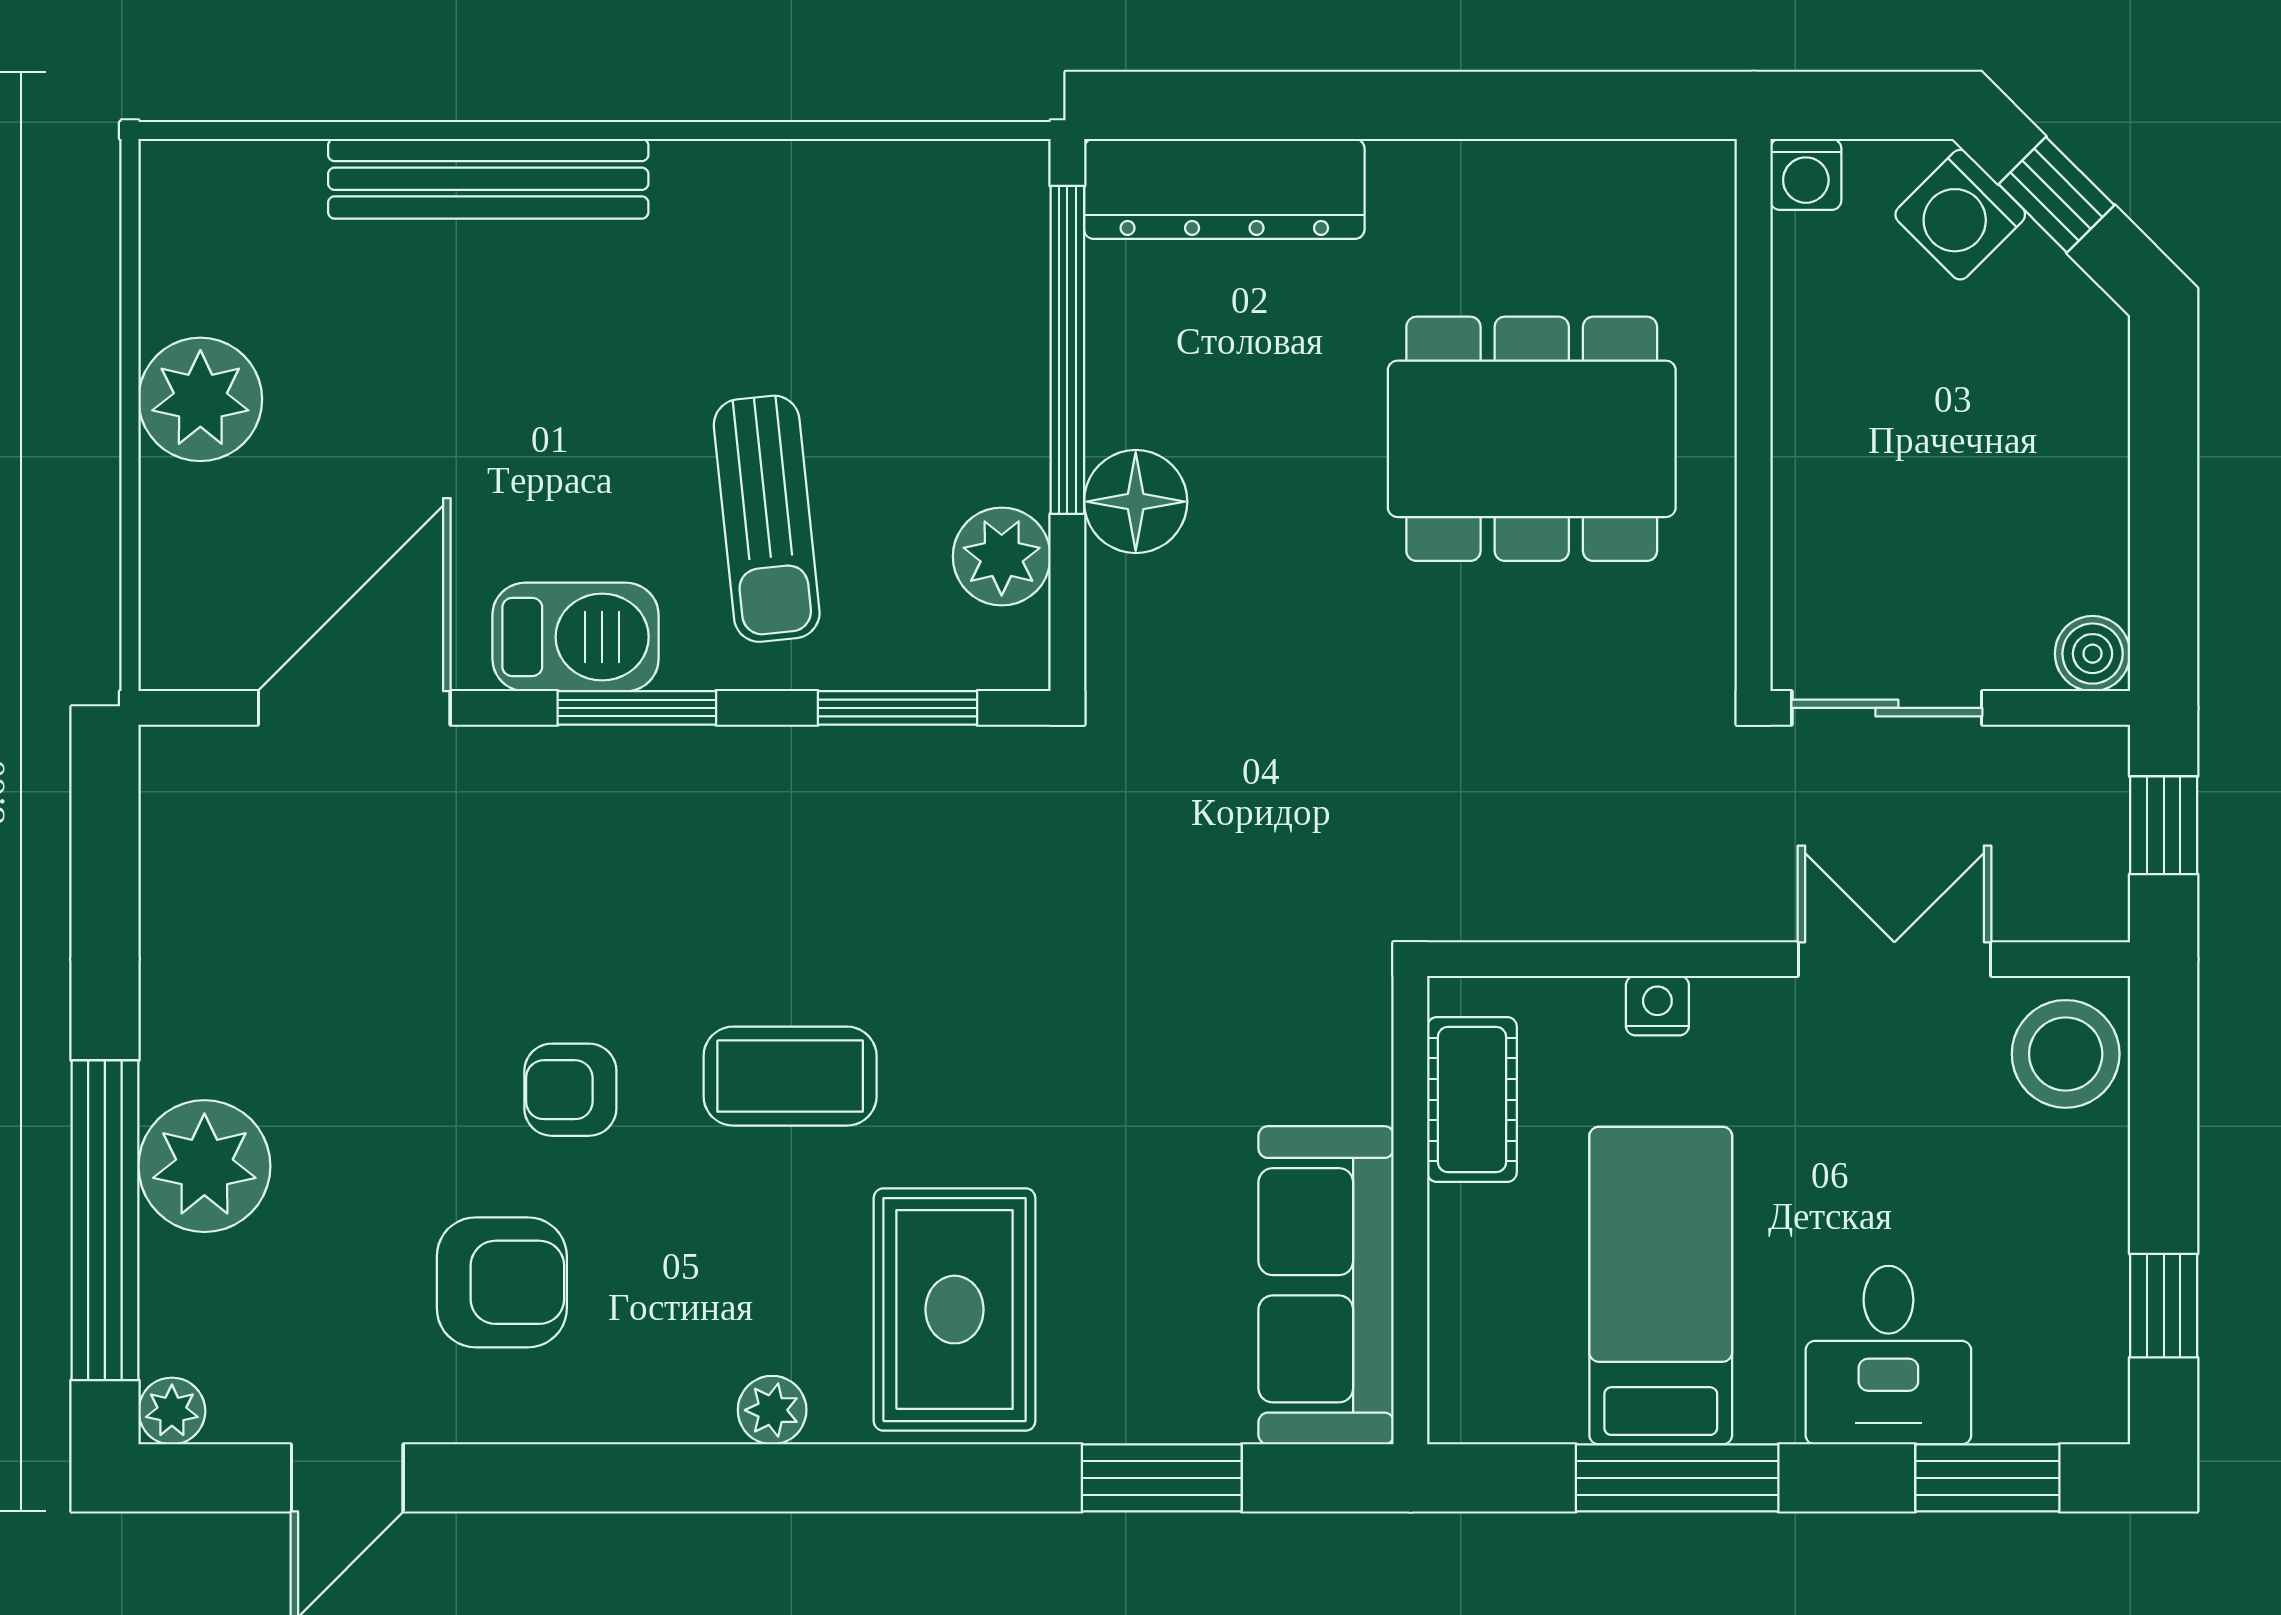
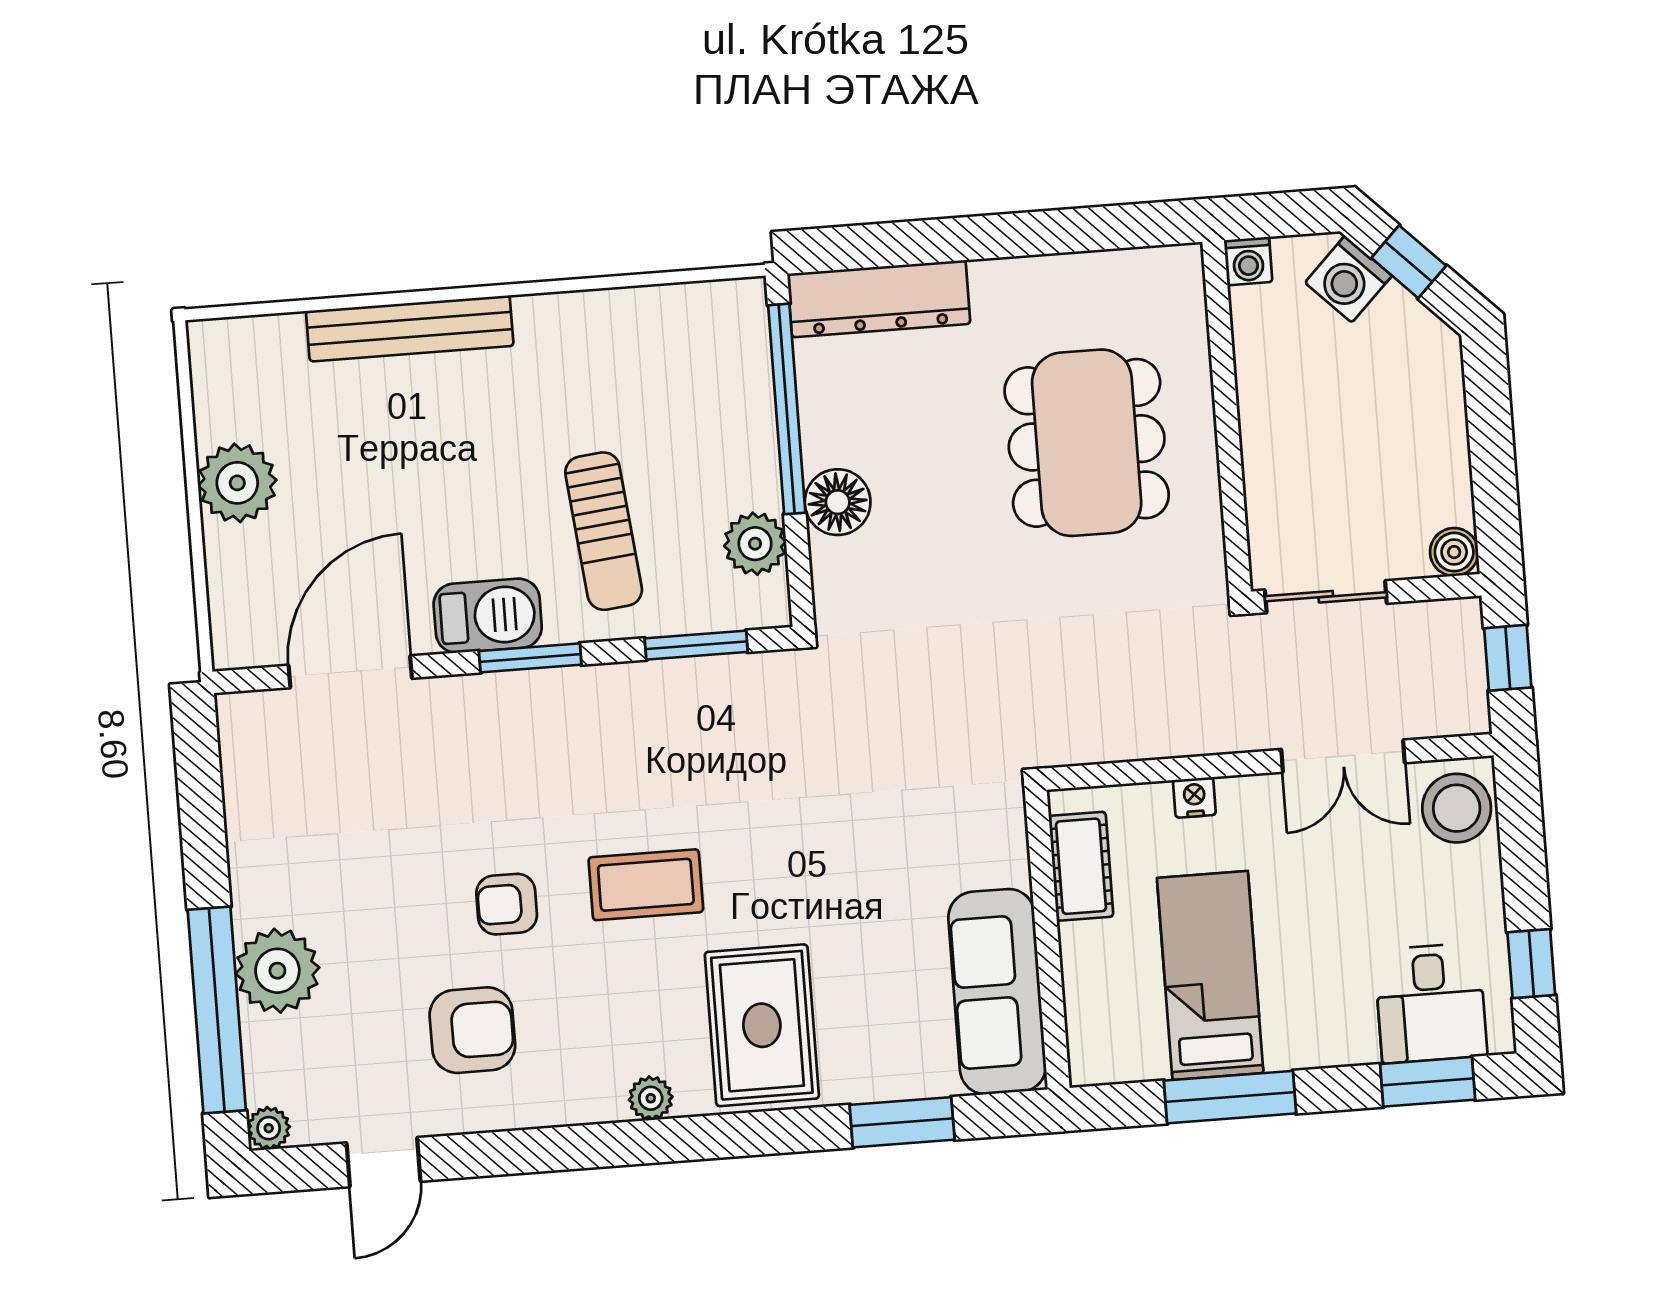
dining table: (1532, 439) -> (1087, 443), turned 90
double door: (1894, 959) -> (1343, 756), swing flipped
desk: (1888, 1355) -> (1431, 1003), moved

